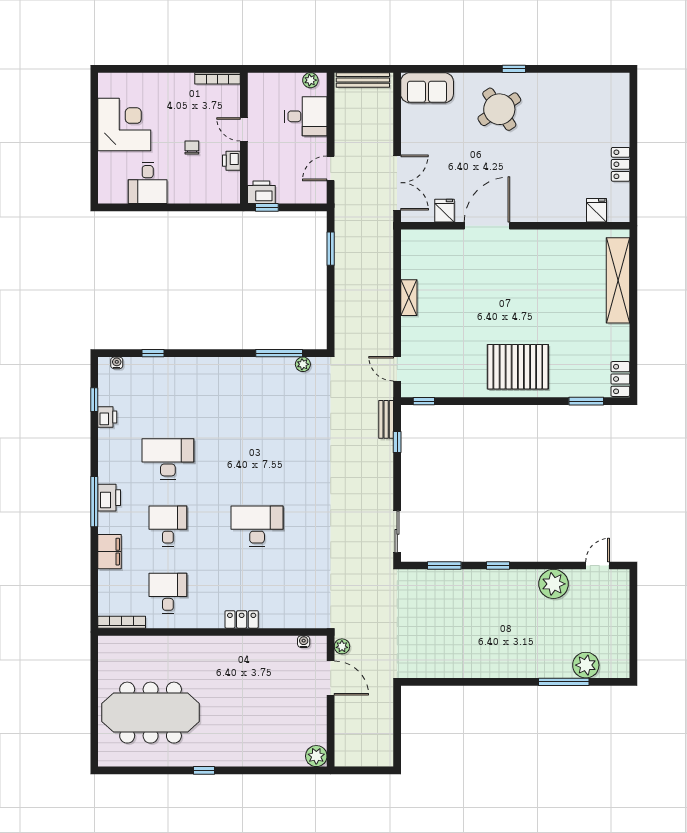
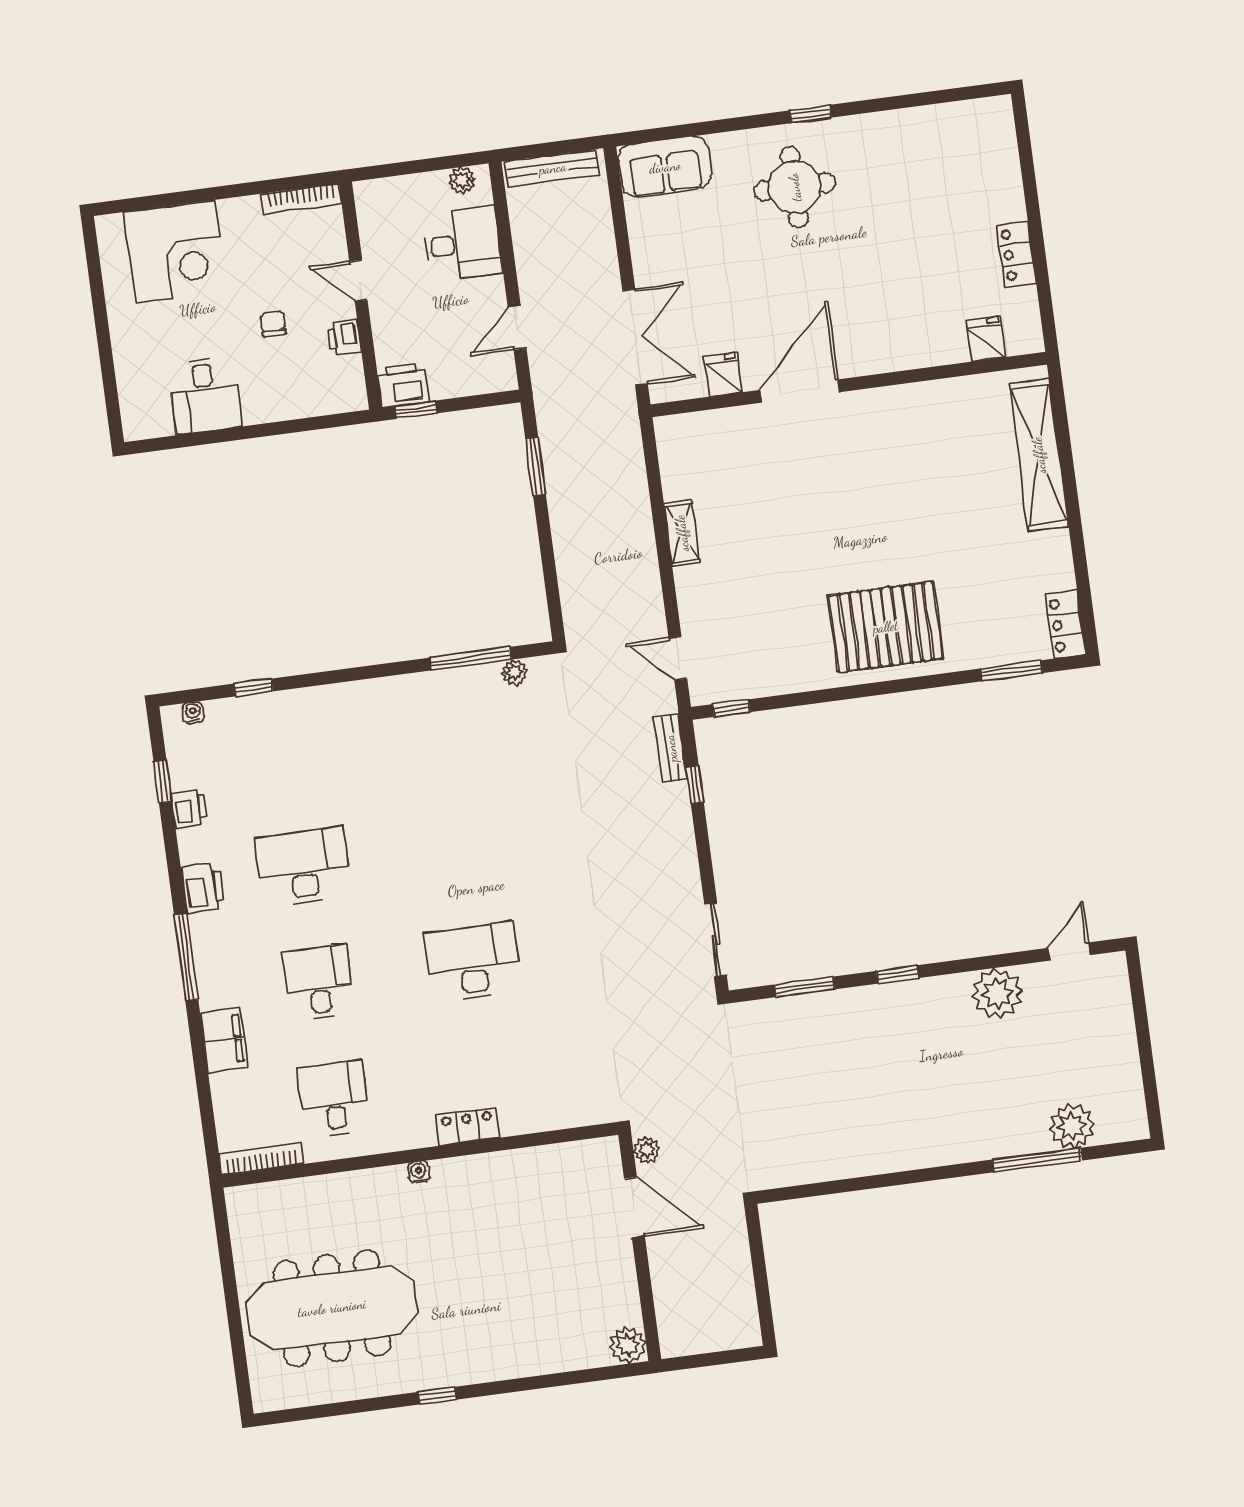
round table: (499, 109) -> (795, 187), turned 34
corner desk: (124, 125) -> (175, 252), moved, turned 90
printer: (109, 498) -> (203, 888), moved
water cooler: (304, 642) -> (419, 1172), moved

